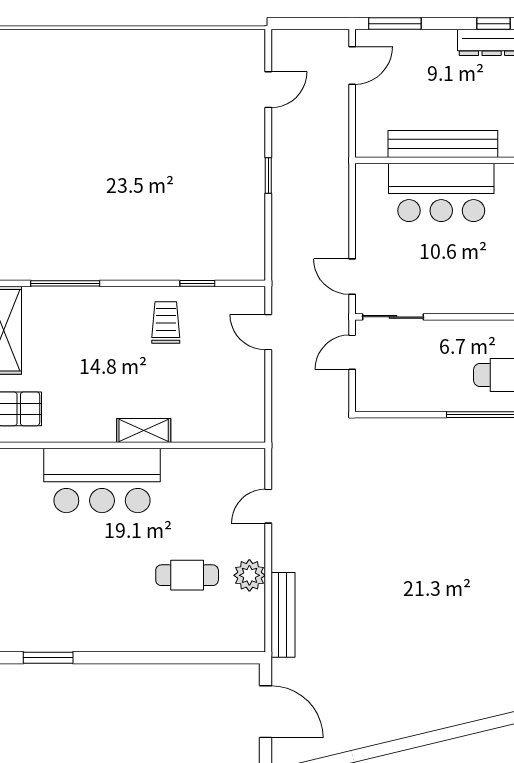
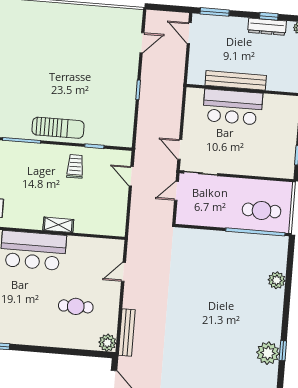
door: (352, 65) -> (189, 33), swing flipped
sun lounger: (129, 255) -> (58, 128), added
plant: (249, 575) -> (107, 343), moved

